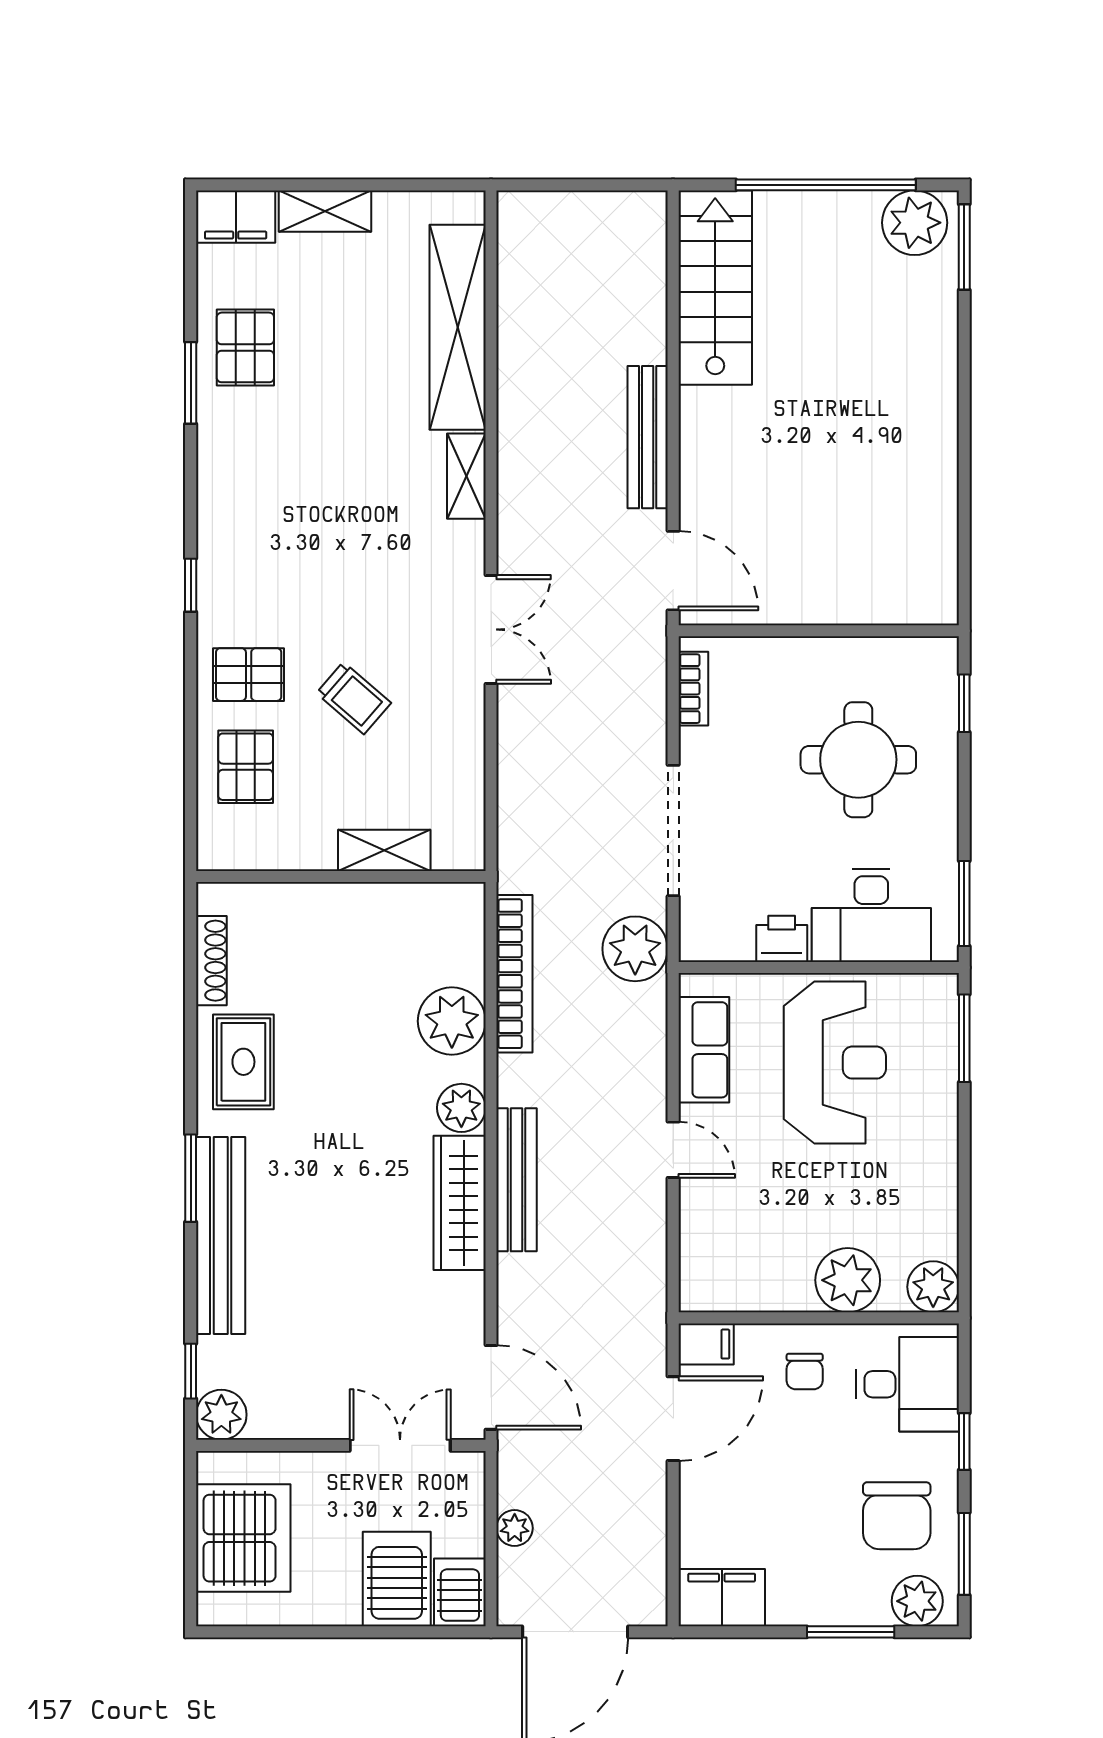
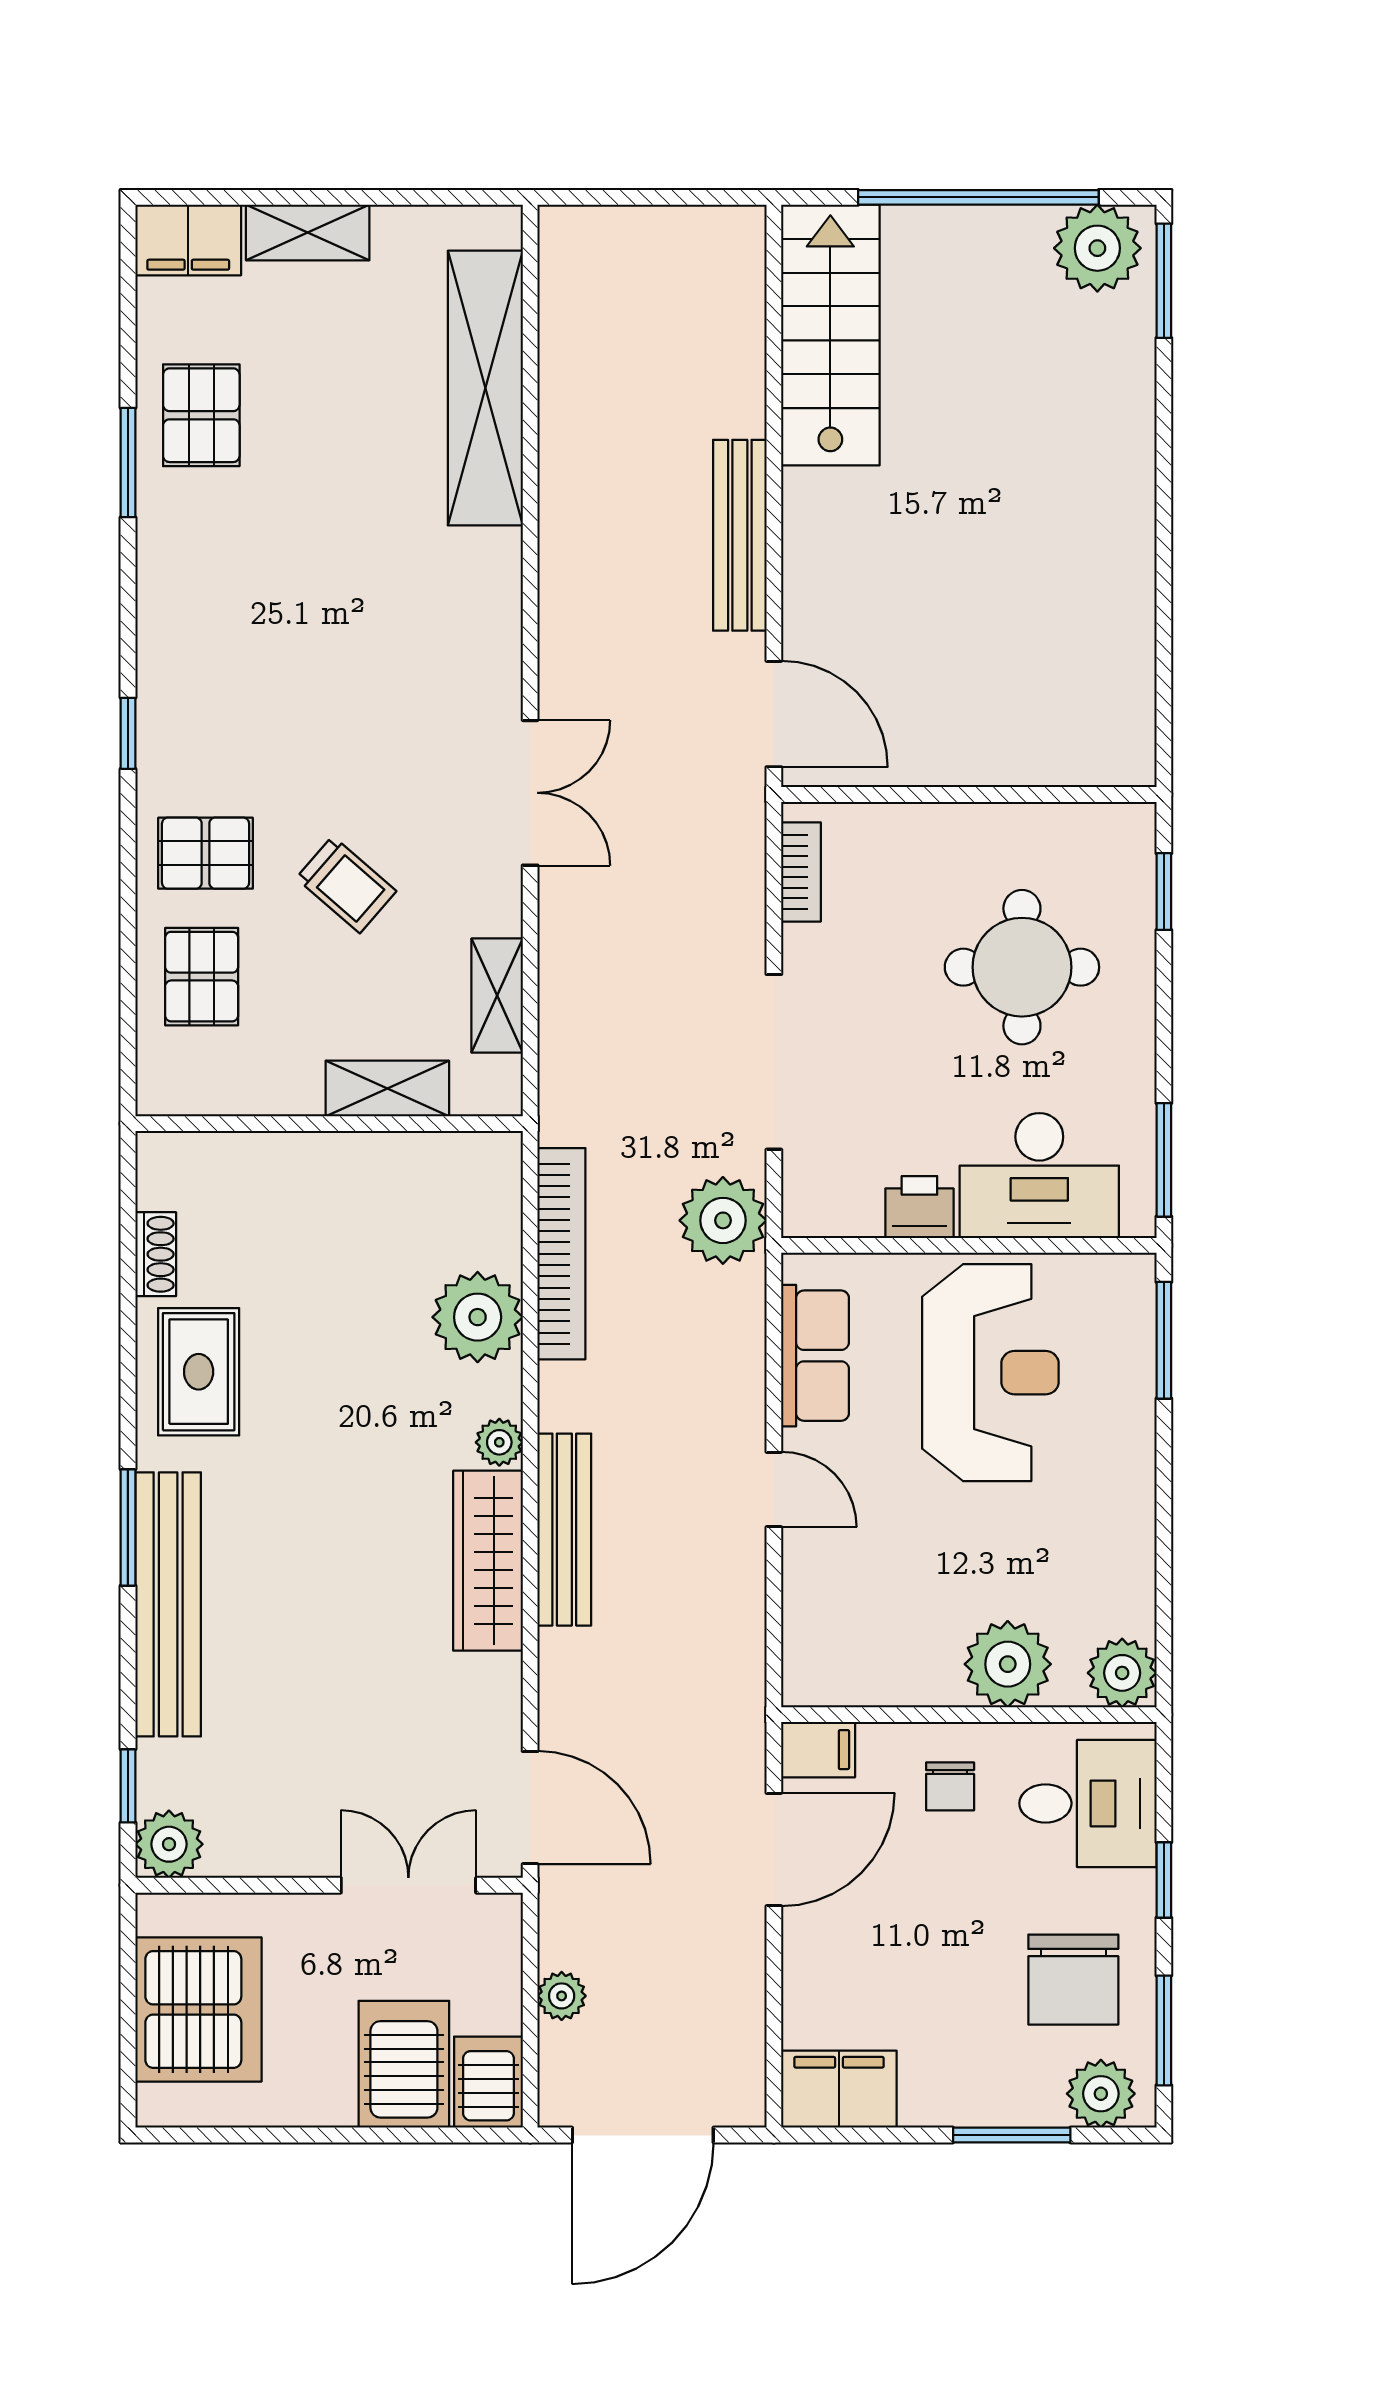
shelving: (466, 476) -> (497, 996), moved
shoe rack: (211, 961) -> (156, 1254), width x0.70
plant: (461, 1108) -> (499, 1442), width x0.73, depth x0.73

